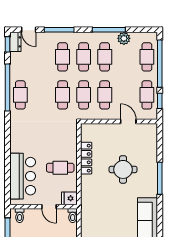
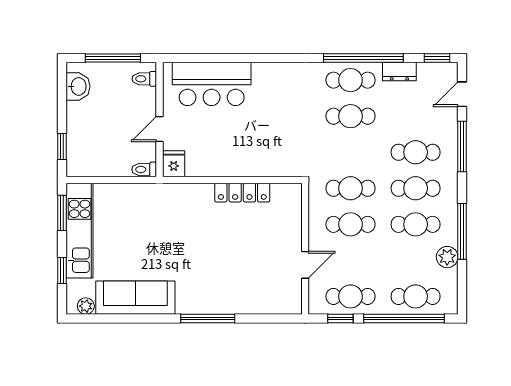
dresser: (15, 42) -> (399, 72), moved
cafe table: (63, 95) -> (351, 116), moved
cafe table: (60, 168) -> (226, 148), removed
round table: (123, 169) -> (223, 256), removed

